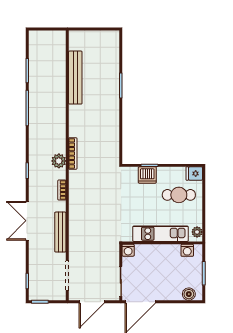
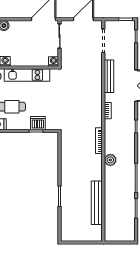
plant: (59, 161) -> (110, 160), moved

